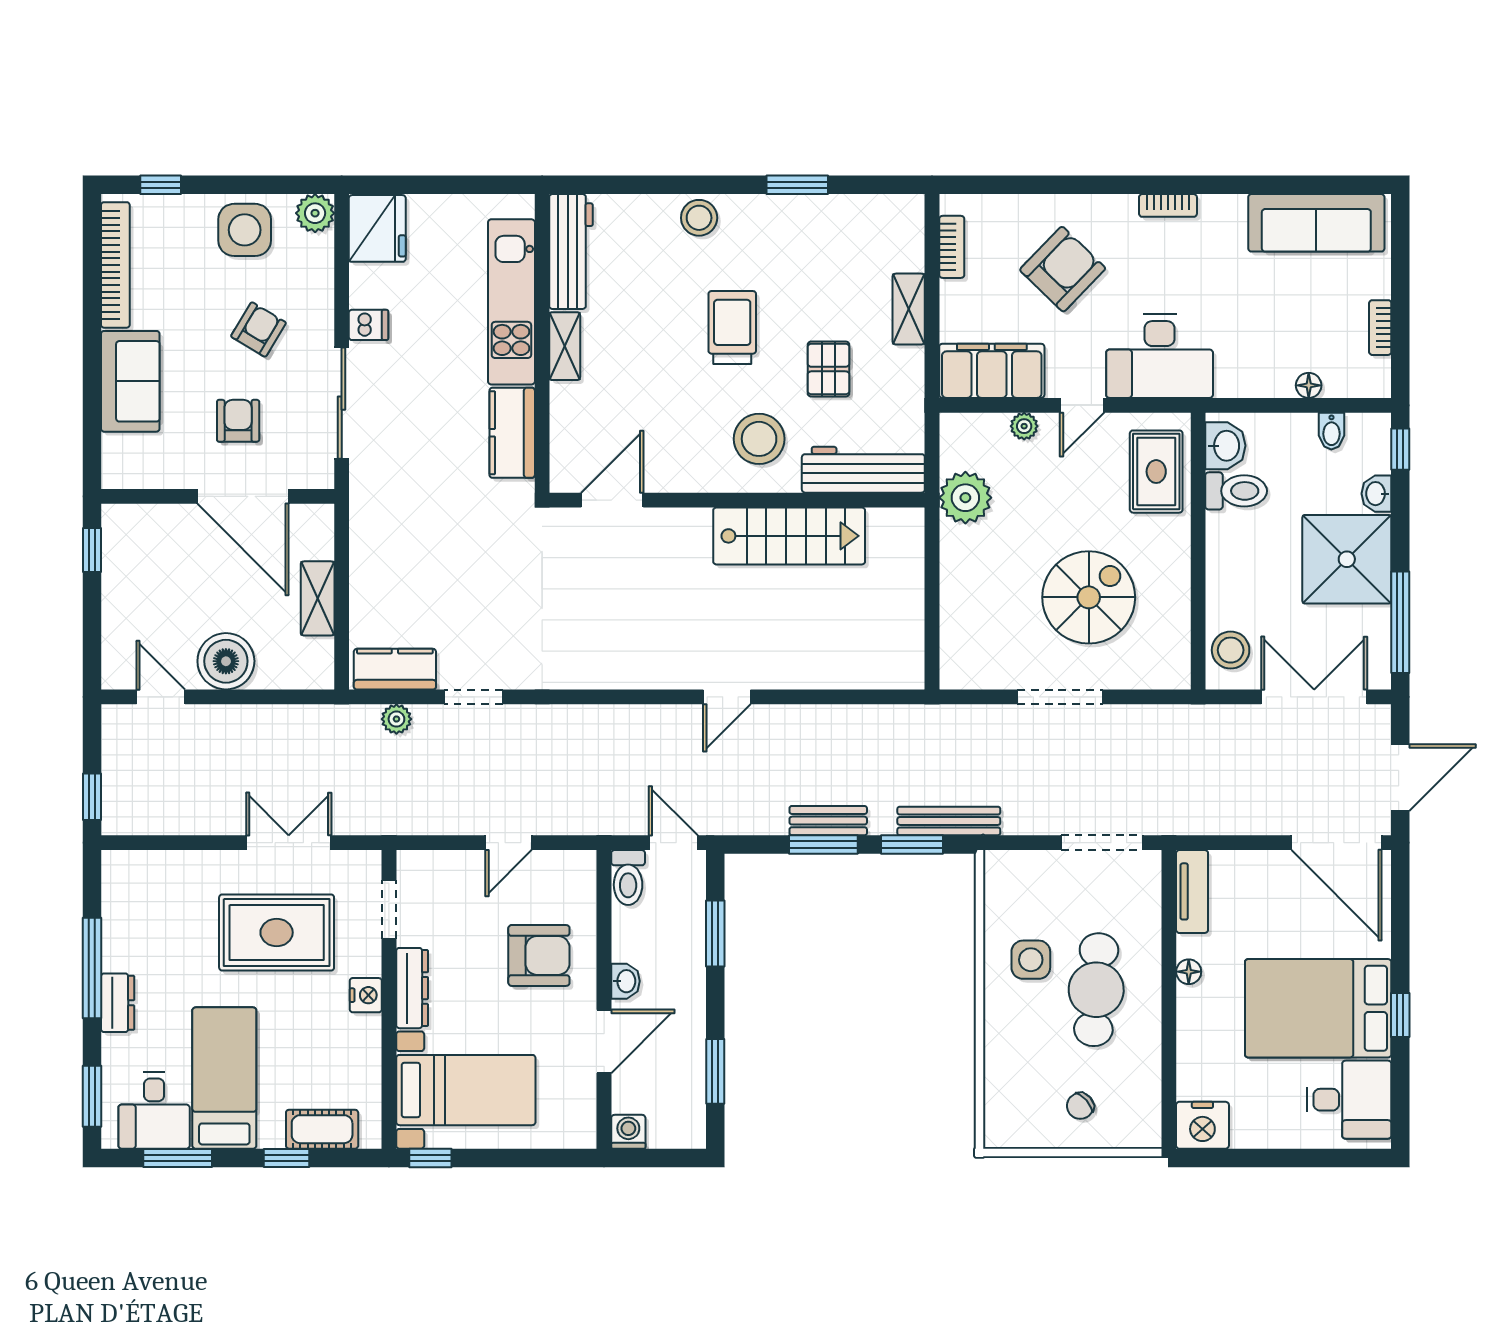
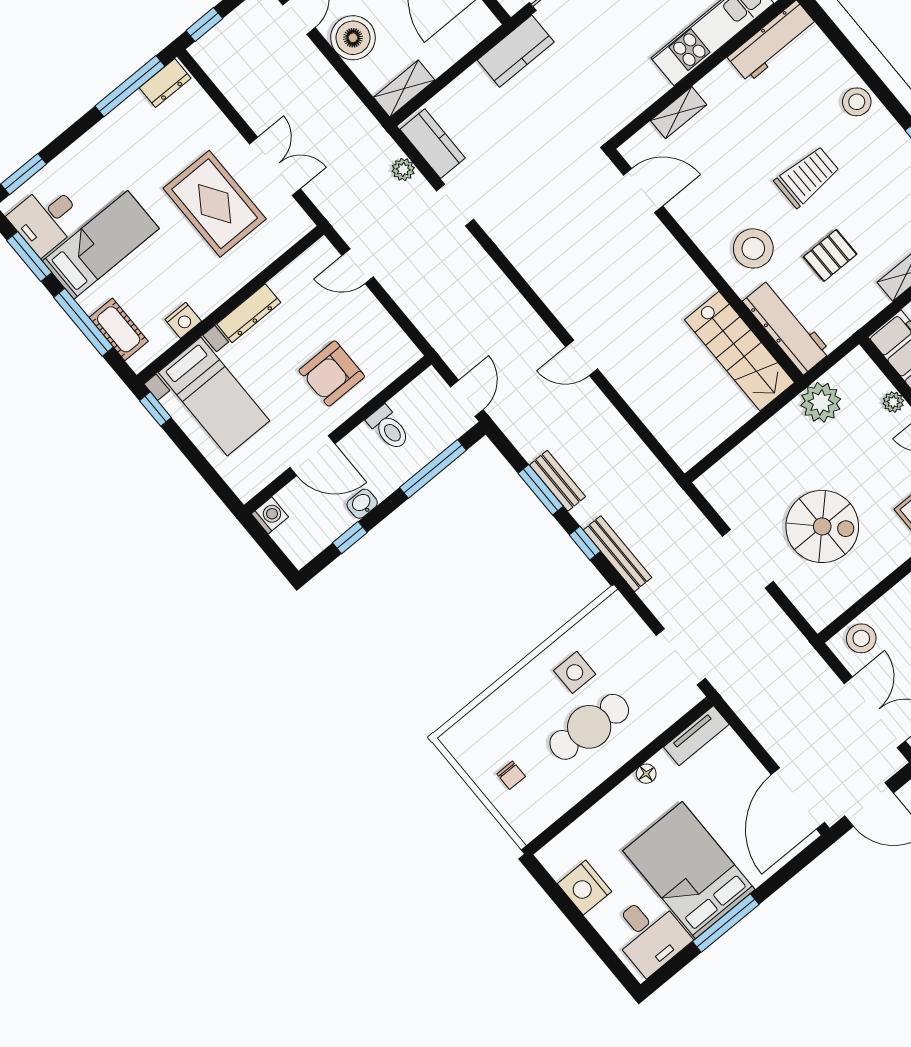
shelving: (565, 346) -> (679, 113), moved
kitchen counter: (512, 433) -> (516, 51), moved, turned 180
stairs: (789, 536) -> (740, 351), moved
shelving: (318, 598) -> (404, 89), moved
door: (509, 843) -> (358, 266), moved
window: (912, 844) -> (585, 543), width x0.67
toilet: (628, 878) -> (389, 428), moved, turned -90
doorway: (389, 910) -> (284, 260), removed
window: (715, 934) -> (433, 469), width x1.44
armchair: (539, 955) -> (332, 373), turned 90
window: (92, 968) -> (130, 86), moved
washbasin: (626, 981) -> (362, 504), moved, turned 180
nightstand: (366, 995) -> (183, 320), moved
dresser: (118, 1003) -> (165, 83), moved
window: (1400, 1015) -> (726, 923), width x2.17
window: (715, 1071) -> (350, 538), width x0.67
chair: (1080, 1106) -> (511, 775), turned -139
nightstand: (1202, 1125) -> (584, 888), moved
window: (287, 1158) -> (84, 322), width x2.17

